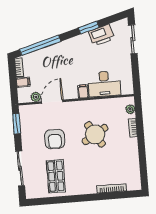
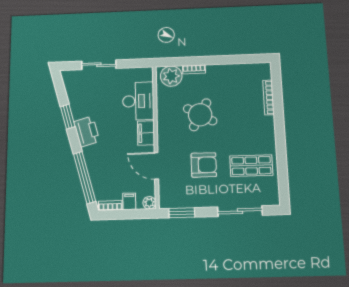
printer: (101, 35) -> (87, 131), moved
sliding door: (133, 39) -> (99, 65), moved
filing cabinet: (83, 91) -> (146, 133), width x2.00
plant: (36, 97) -> (149, 203), moved
plant: (130, 109) -> (171, 76), width x1.88, depth x1.88
round table: (95, 134) -> (200, 115), turned -30

